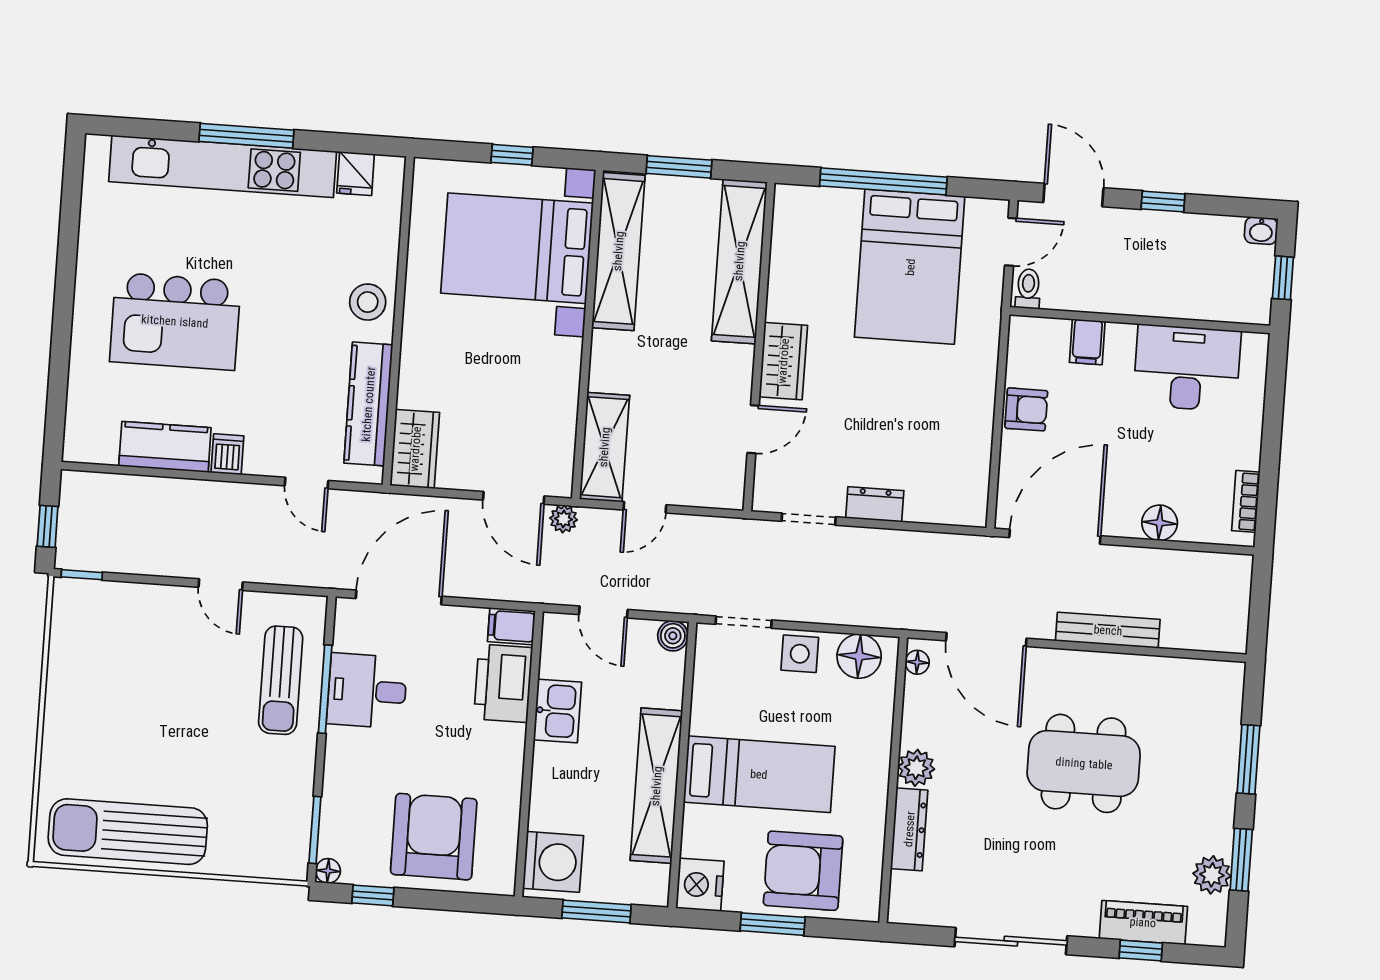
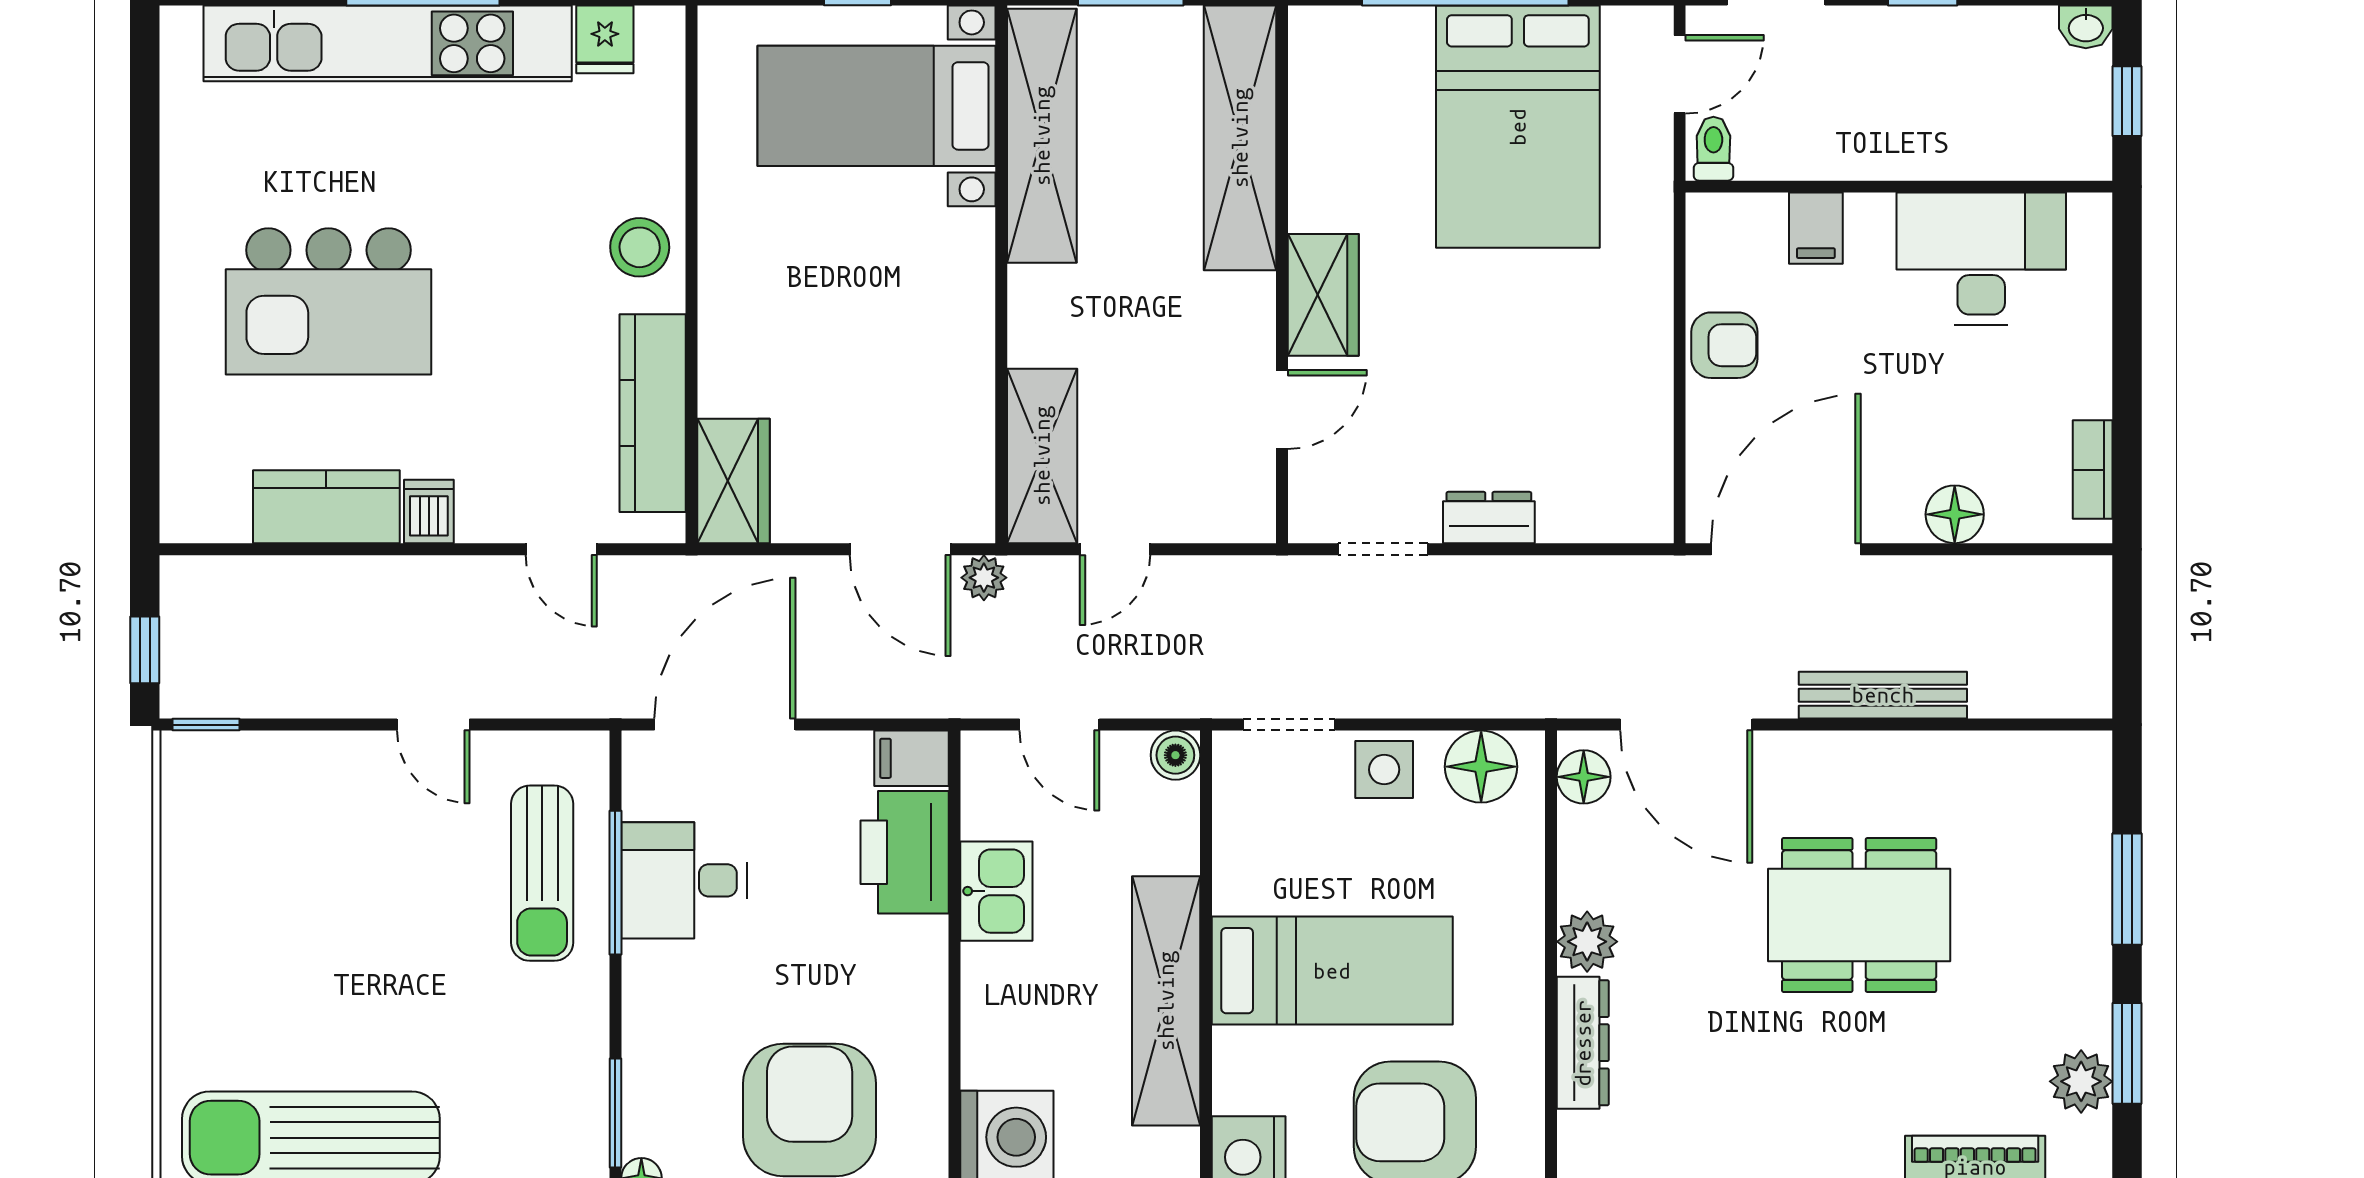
bed with nightstands: (517, 248) -> (877, 106), width x0.73
floor lamp: (917, 662) -> (1584, 777), width x1.37, depth x1.37

